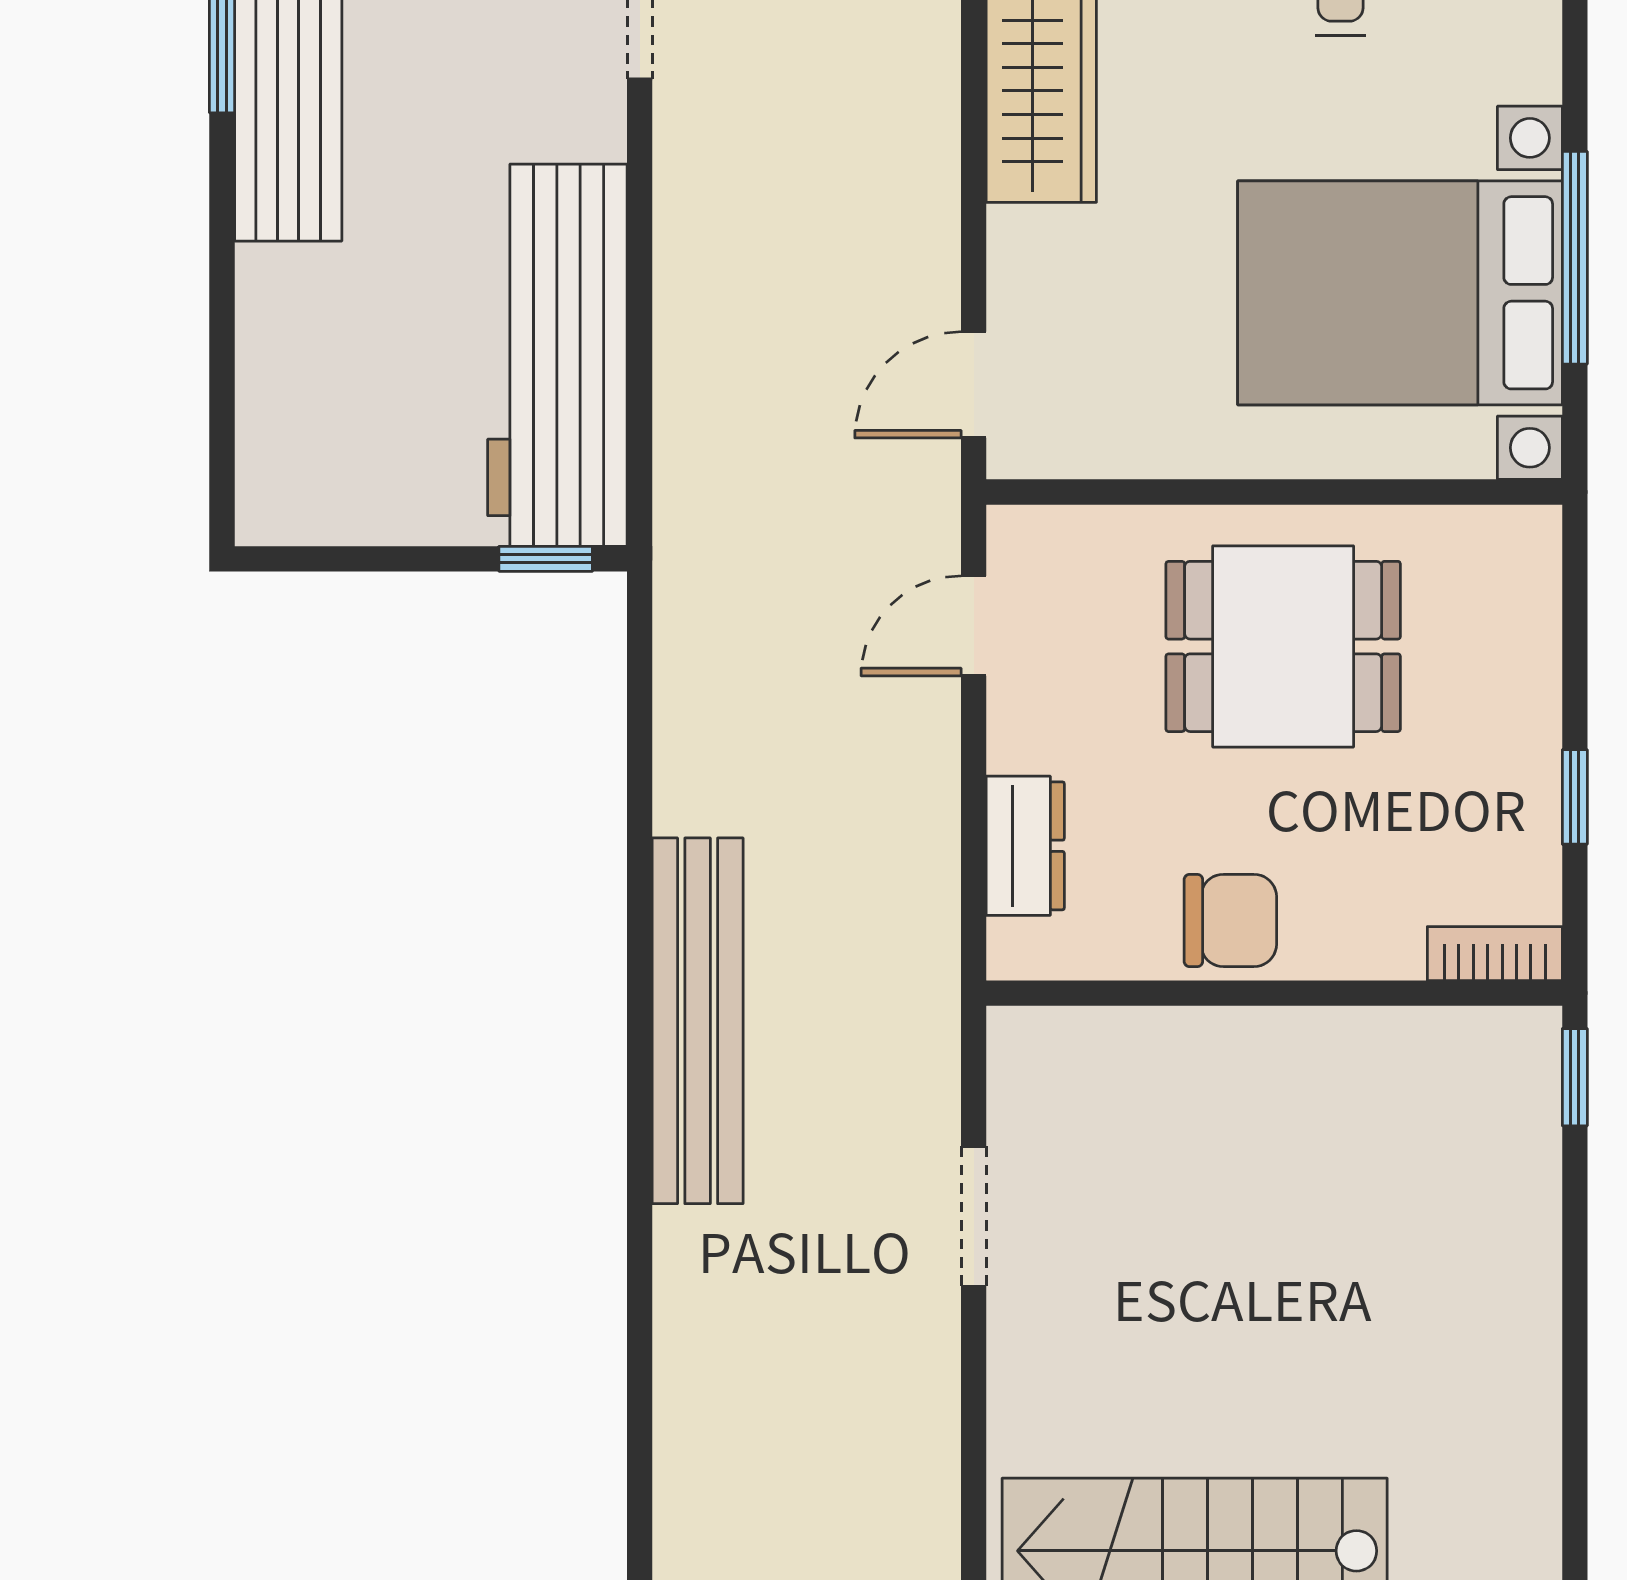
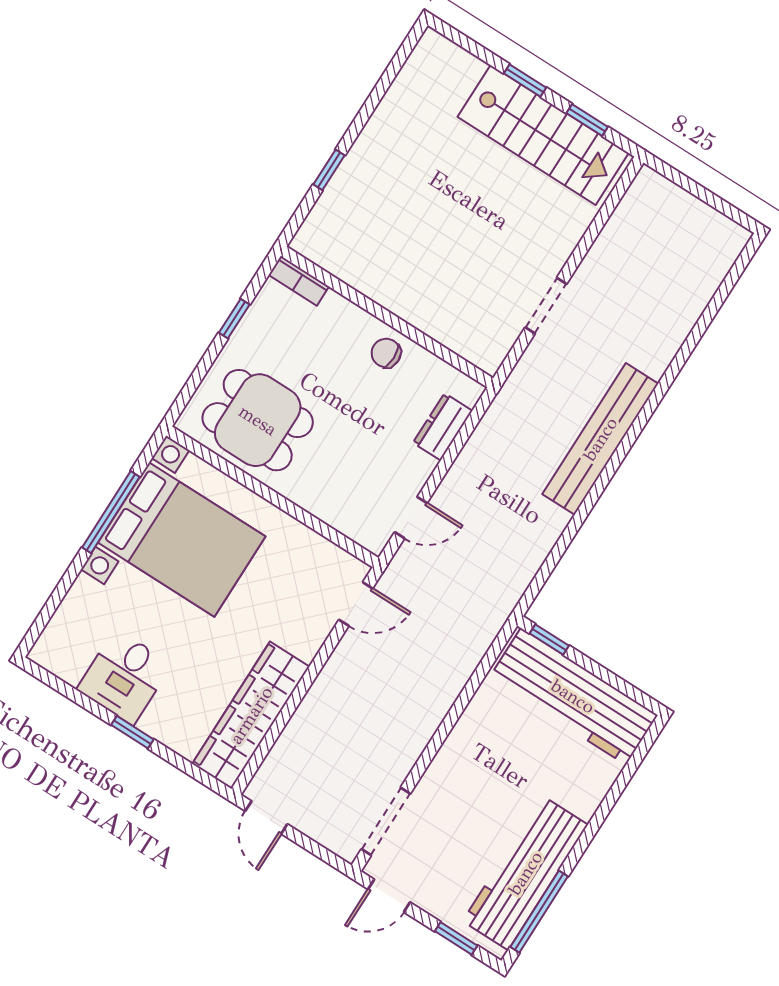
workbench: (557, 355) -> (573, 696), moved, turned 90
dining table: (1283, 646) -> (258, 420), moved
chair: (1230, 920) -> (386, 353), width x0.73, depth x0.73
window: (1575, 1077) -> (329, 170), moved

